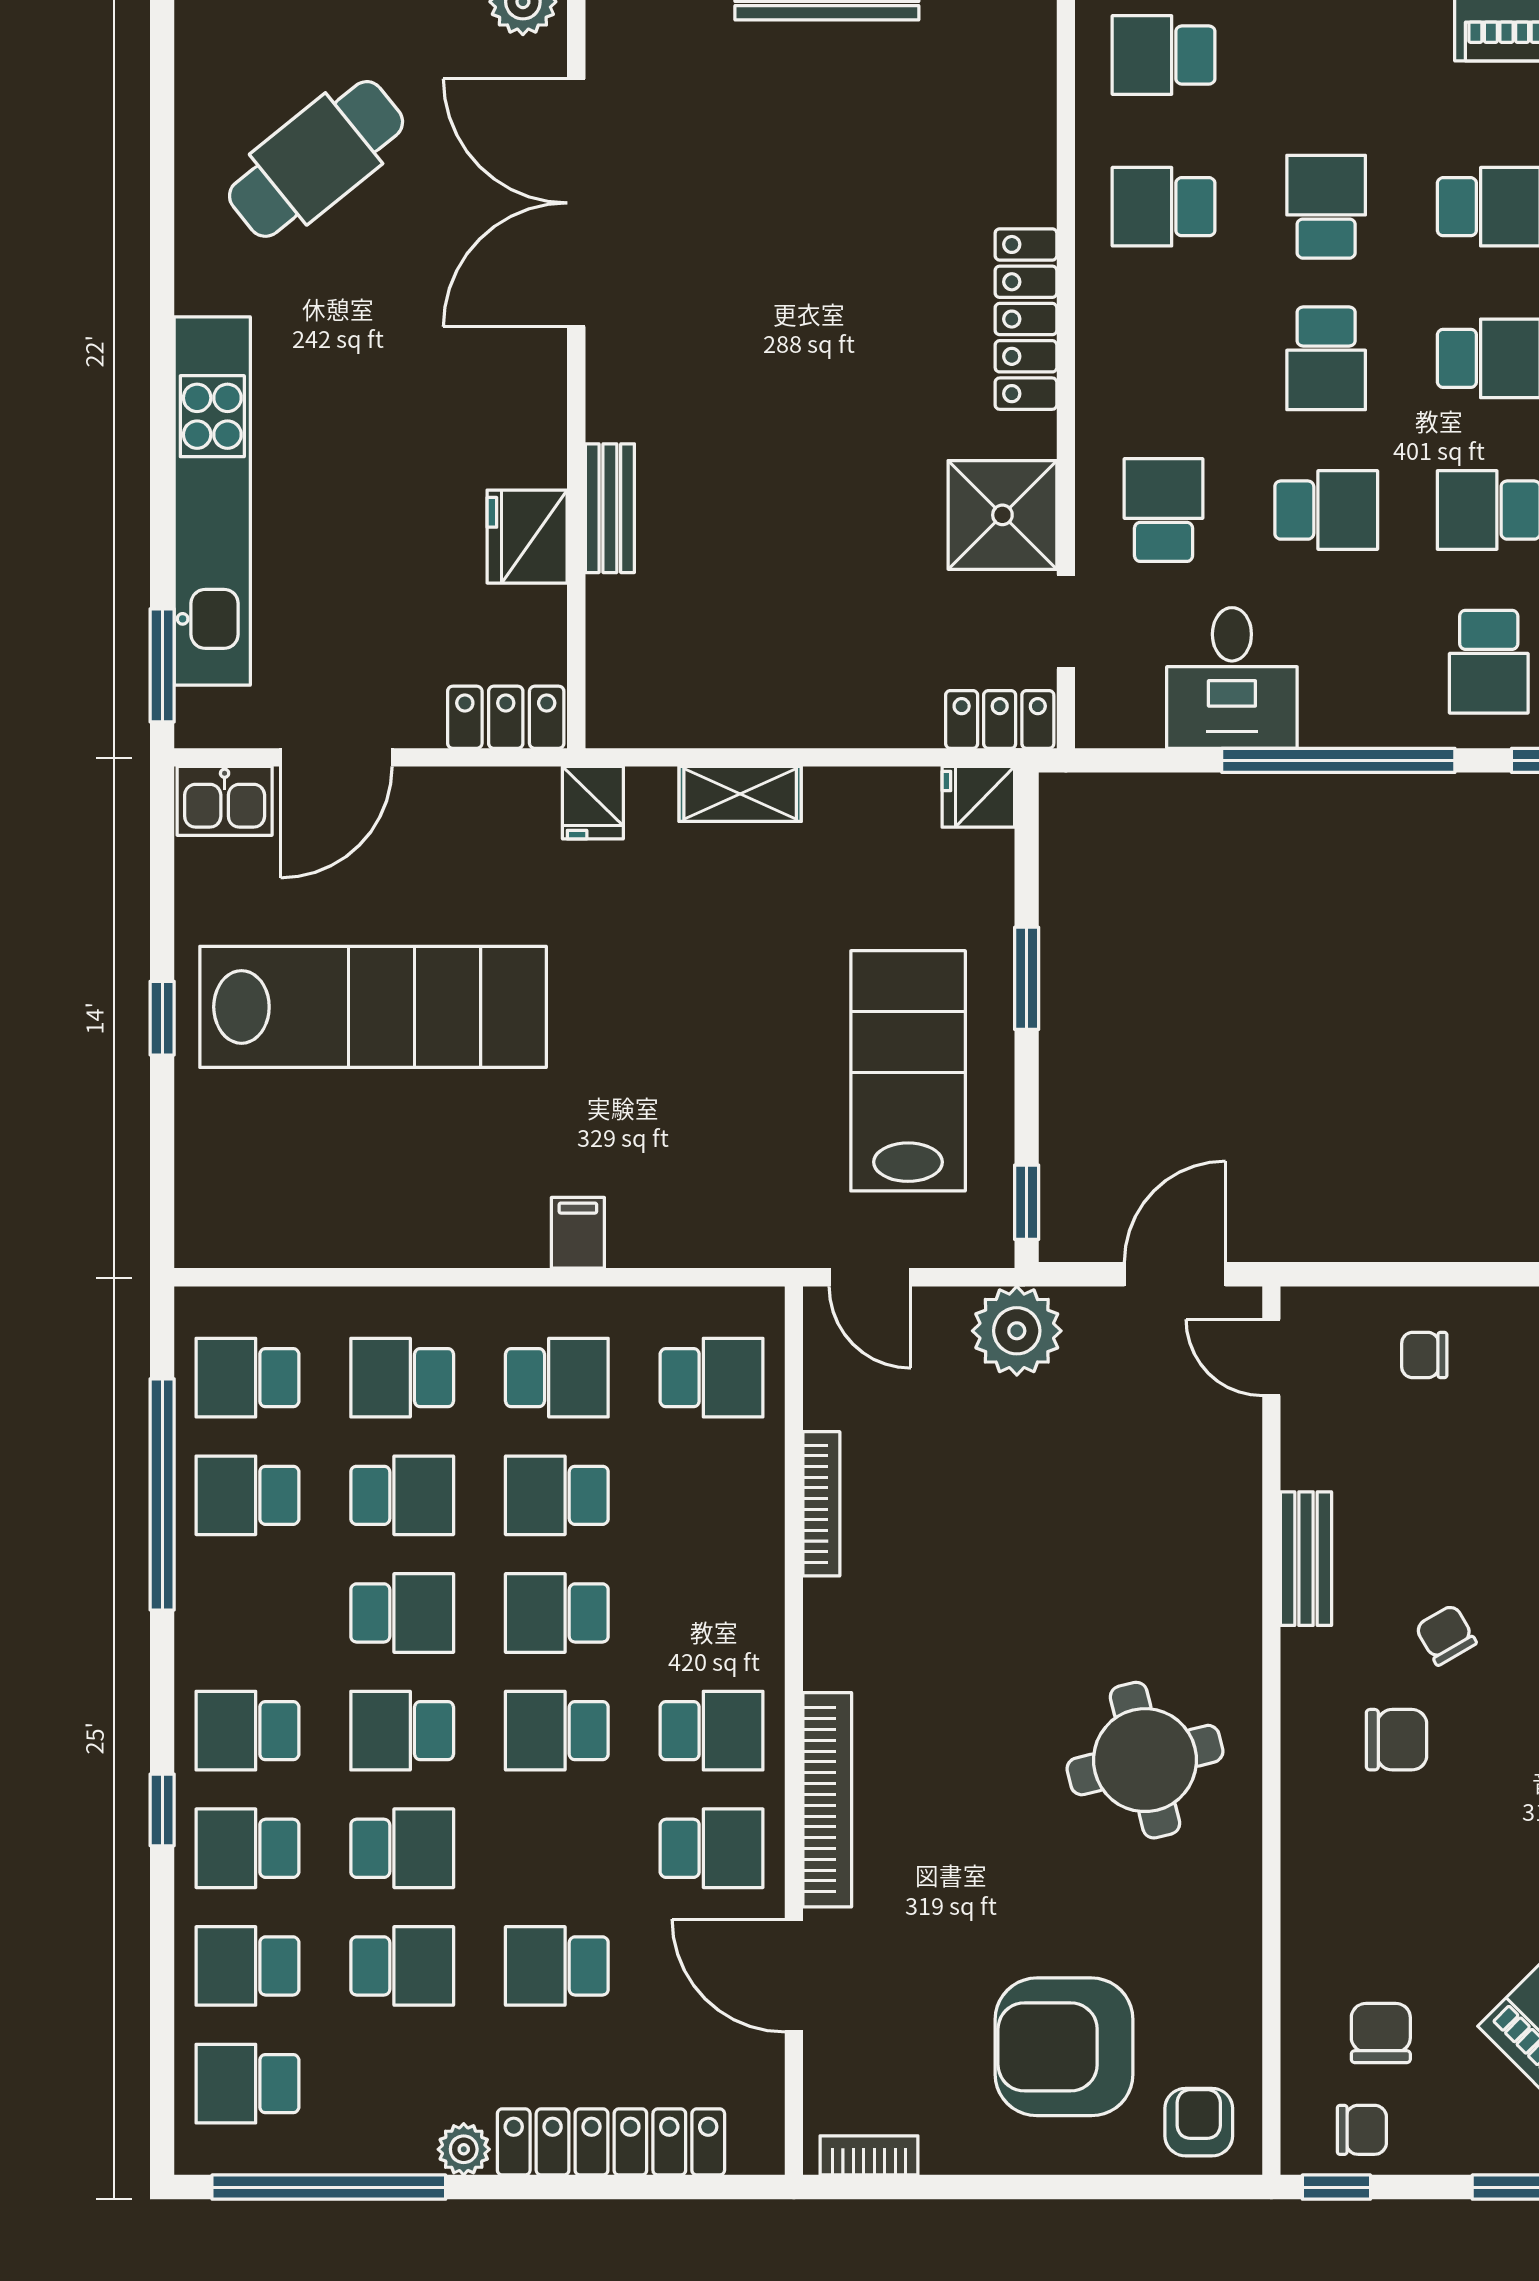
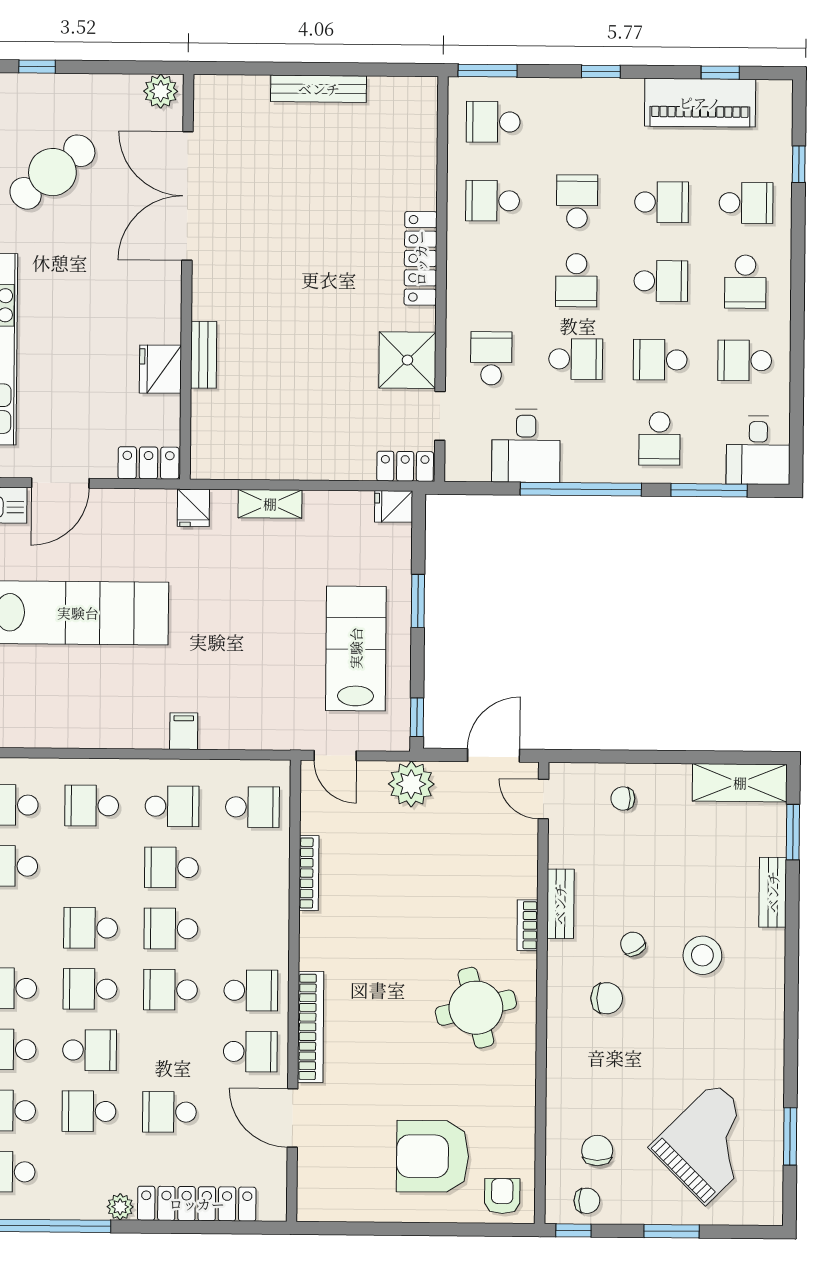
school desk: (402, 1495) -> (91, 867), removed
school desk: (402, 1613) -> (91, 928), turned 180
school desk: (402, 1966) -> (89, 1111), turned 180
bookcase: (869, 2155) -> (527, 925), moved, turned -90

